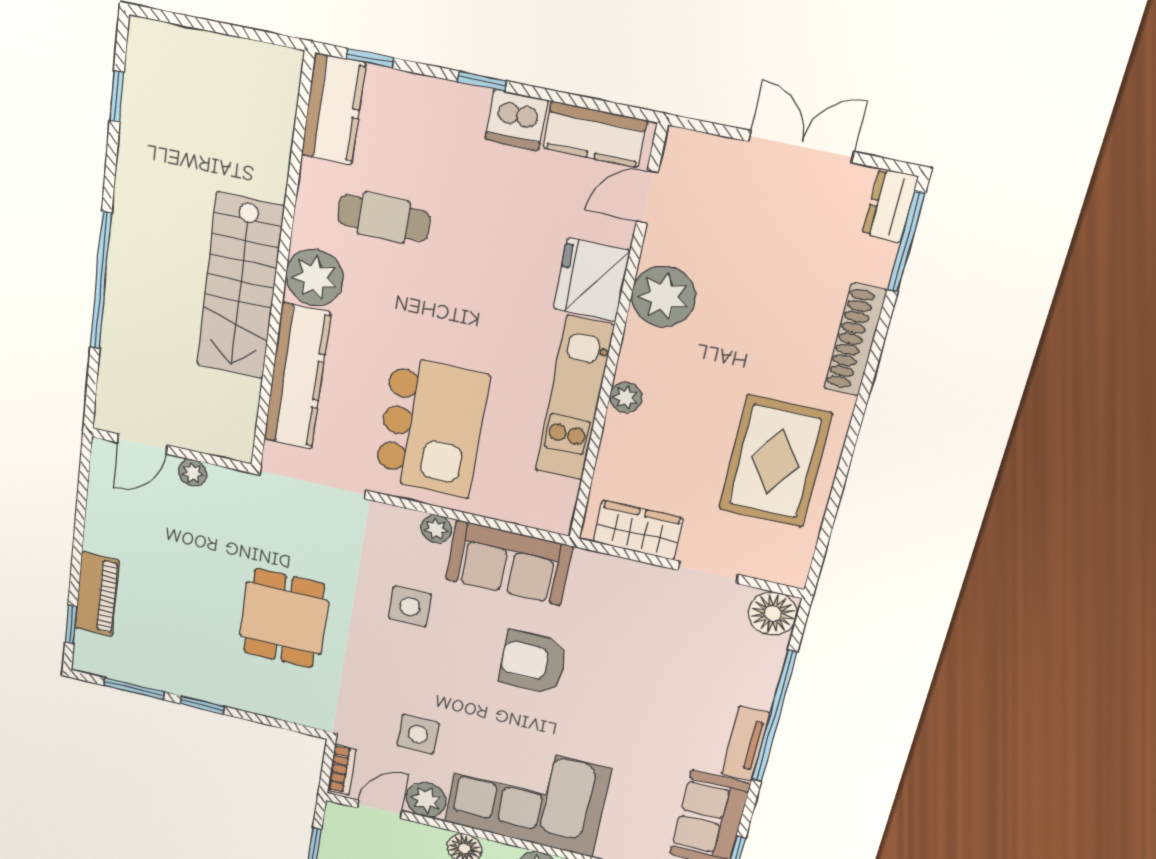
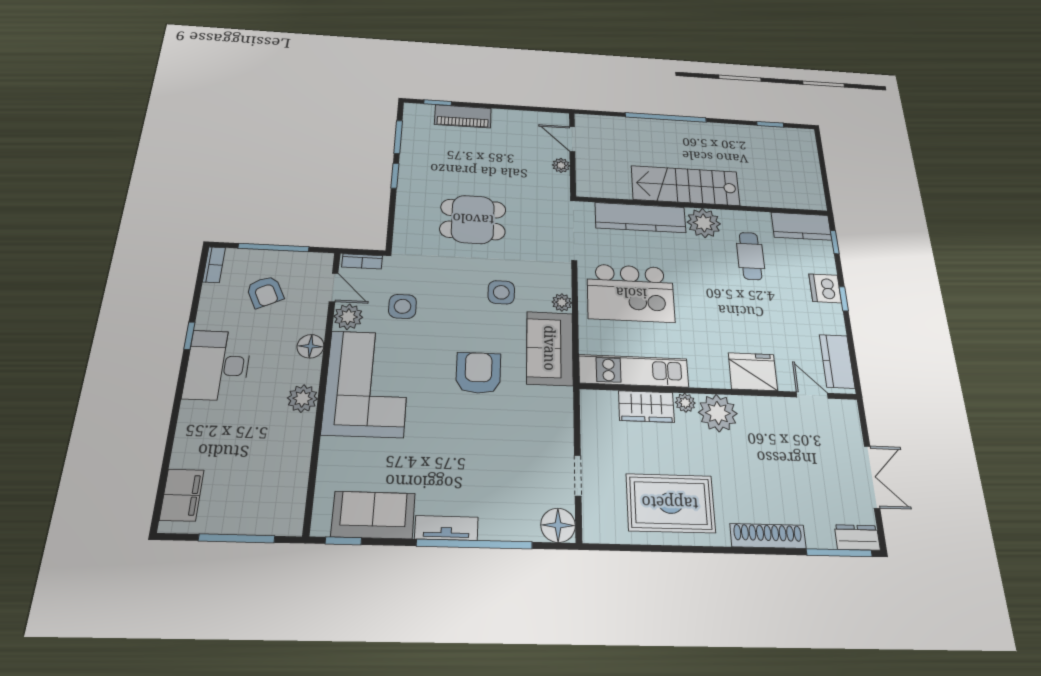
dishwasher: (516, 120) -> (825, 288), moved
plant: (664, 296) -> (718, 413), moved
kitchen unit: (574, 399) -> (634, 371), moved
wardrobe: (638, 530) -> (646, 406), moved, turned 90

